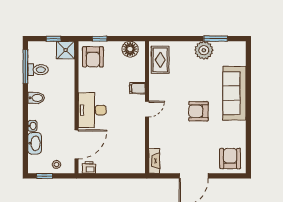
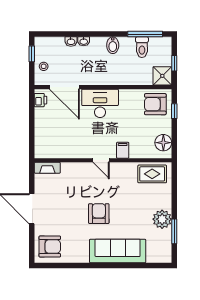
washbasin: (35, 143) -> (71, 41), width x0.52, depth x0.69

